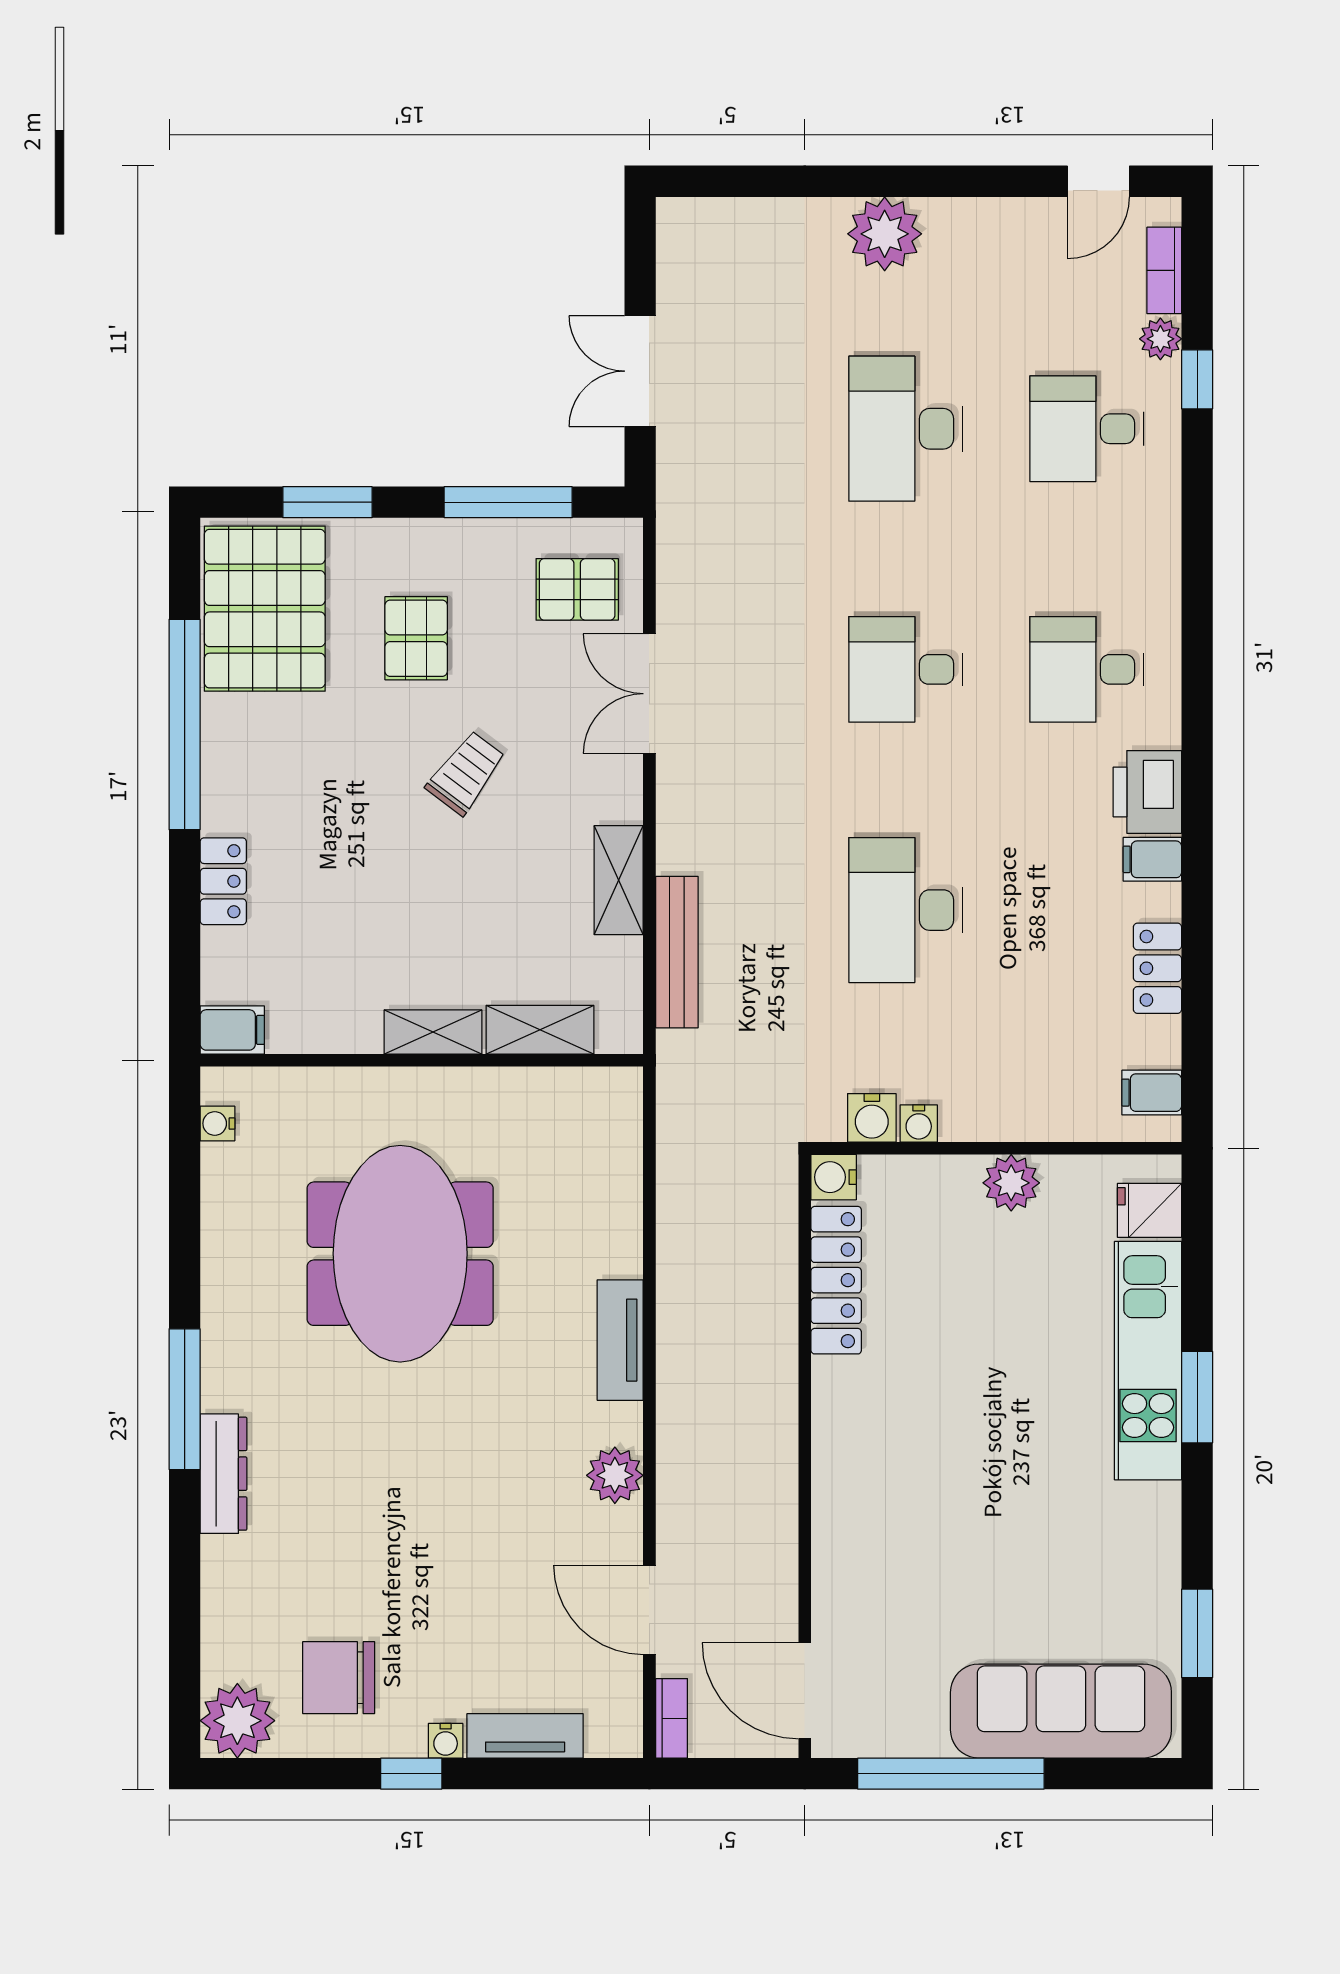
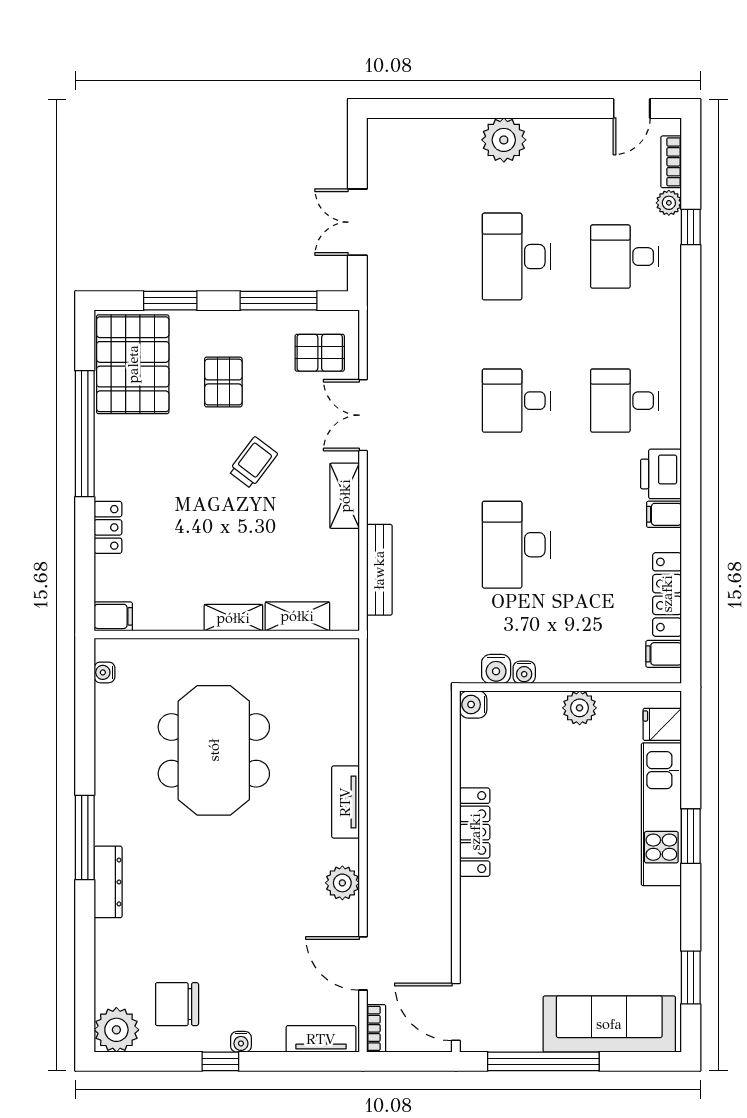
shelving: (619, 880) -> (345, 496), moved
locker: (1158, 968) -> (667, 594), width x1.53
locker: (836, 1280) -> (475, 832), moved
tv unit: (525, 1736) -> (321, 1039), moved

